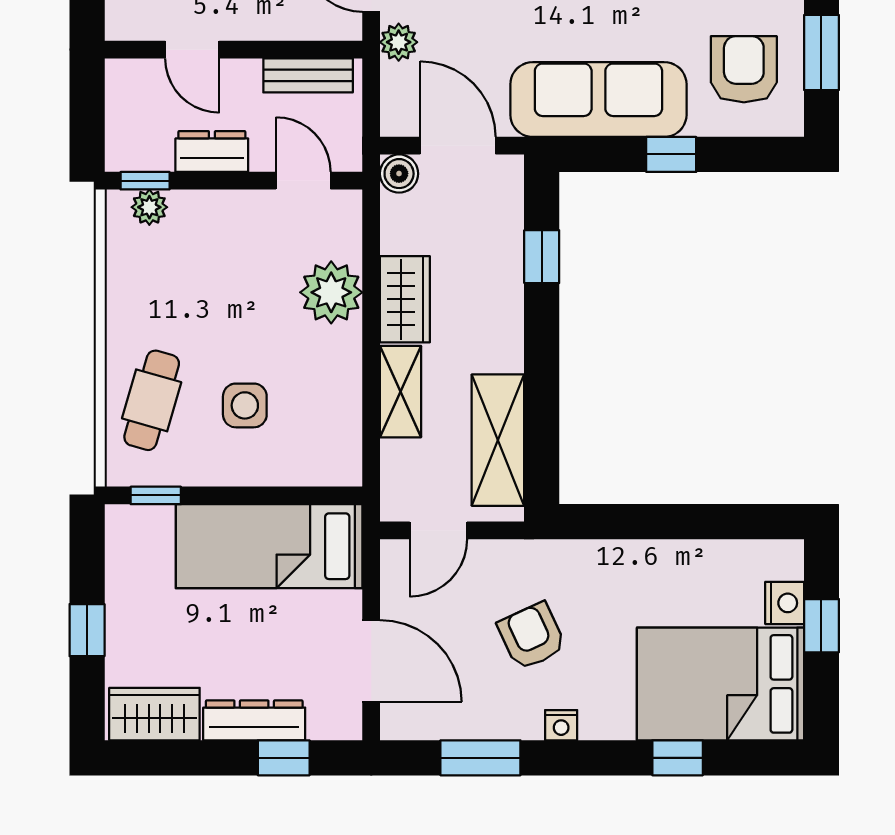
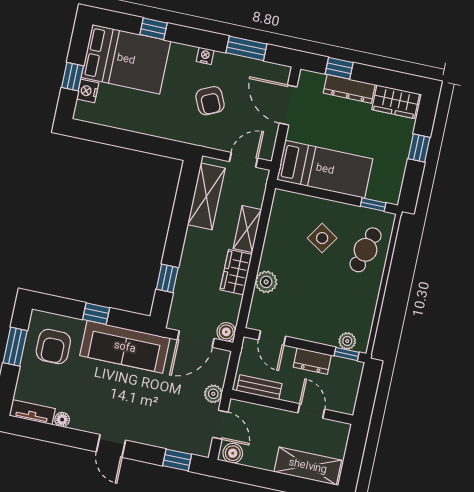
door: (458, 146) -> (196, 339), hinge flipped
plant: (331, 292) -> (266, 282), width x0.73, depth x0.73
side table: (245, 405) -> (322, 238), turned 33

